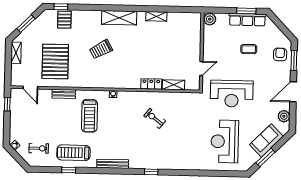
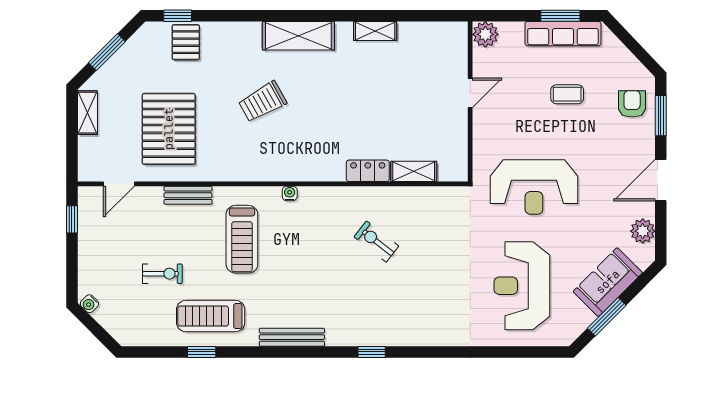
door: (201, 68) -> (470, 93), moved
door: (30, 88) -> (119, 184), hinge flipped
exercise bike: (39, 148) -> (162, 274), moved

